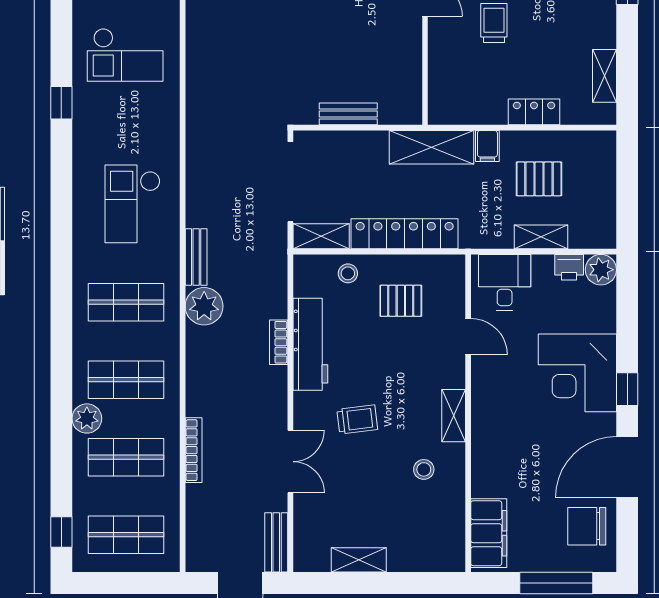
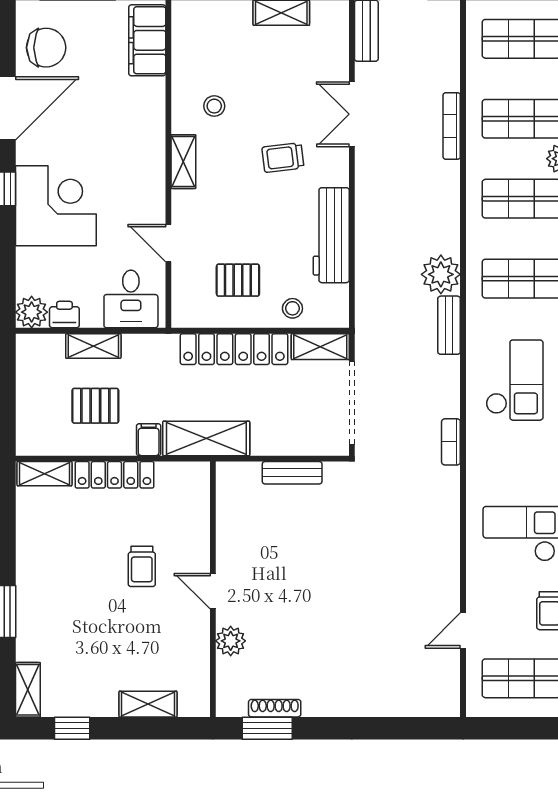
shelving: (604, 76) -> (45, 474), moved, turned 90
locker: (534, 112) -> (115, 475), width x1.53
bookcase: (279, 342) -> (451, 442), moved, turned 180

